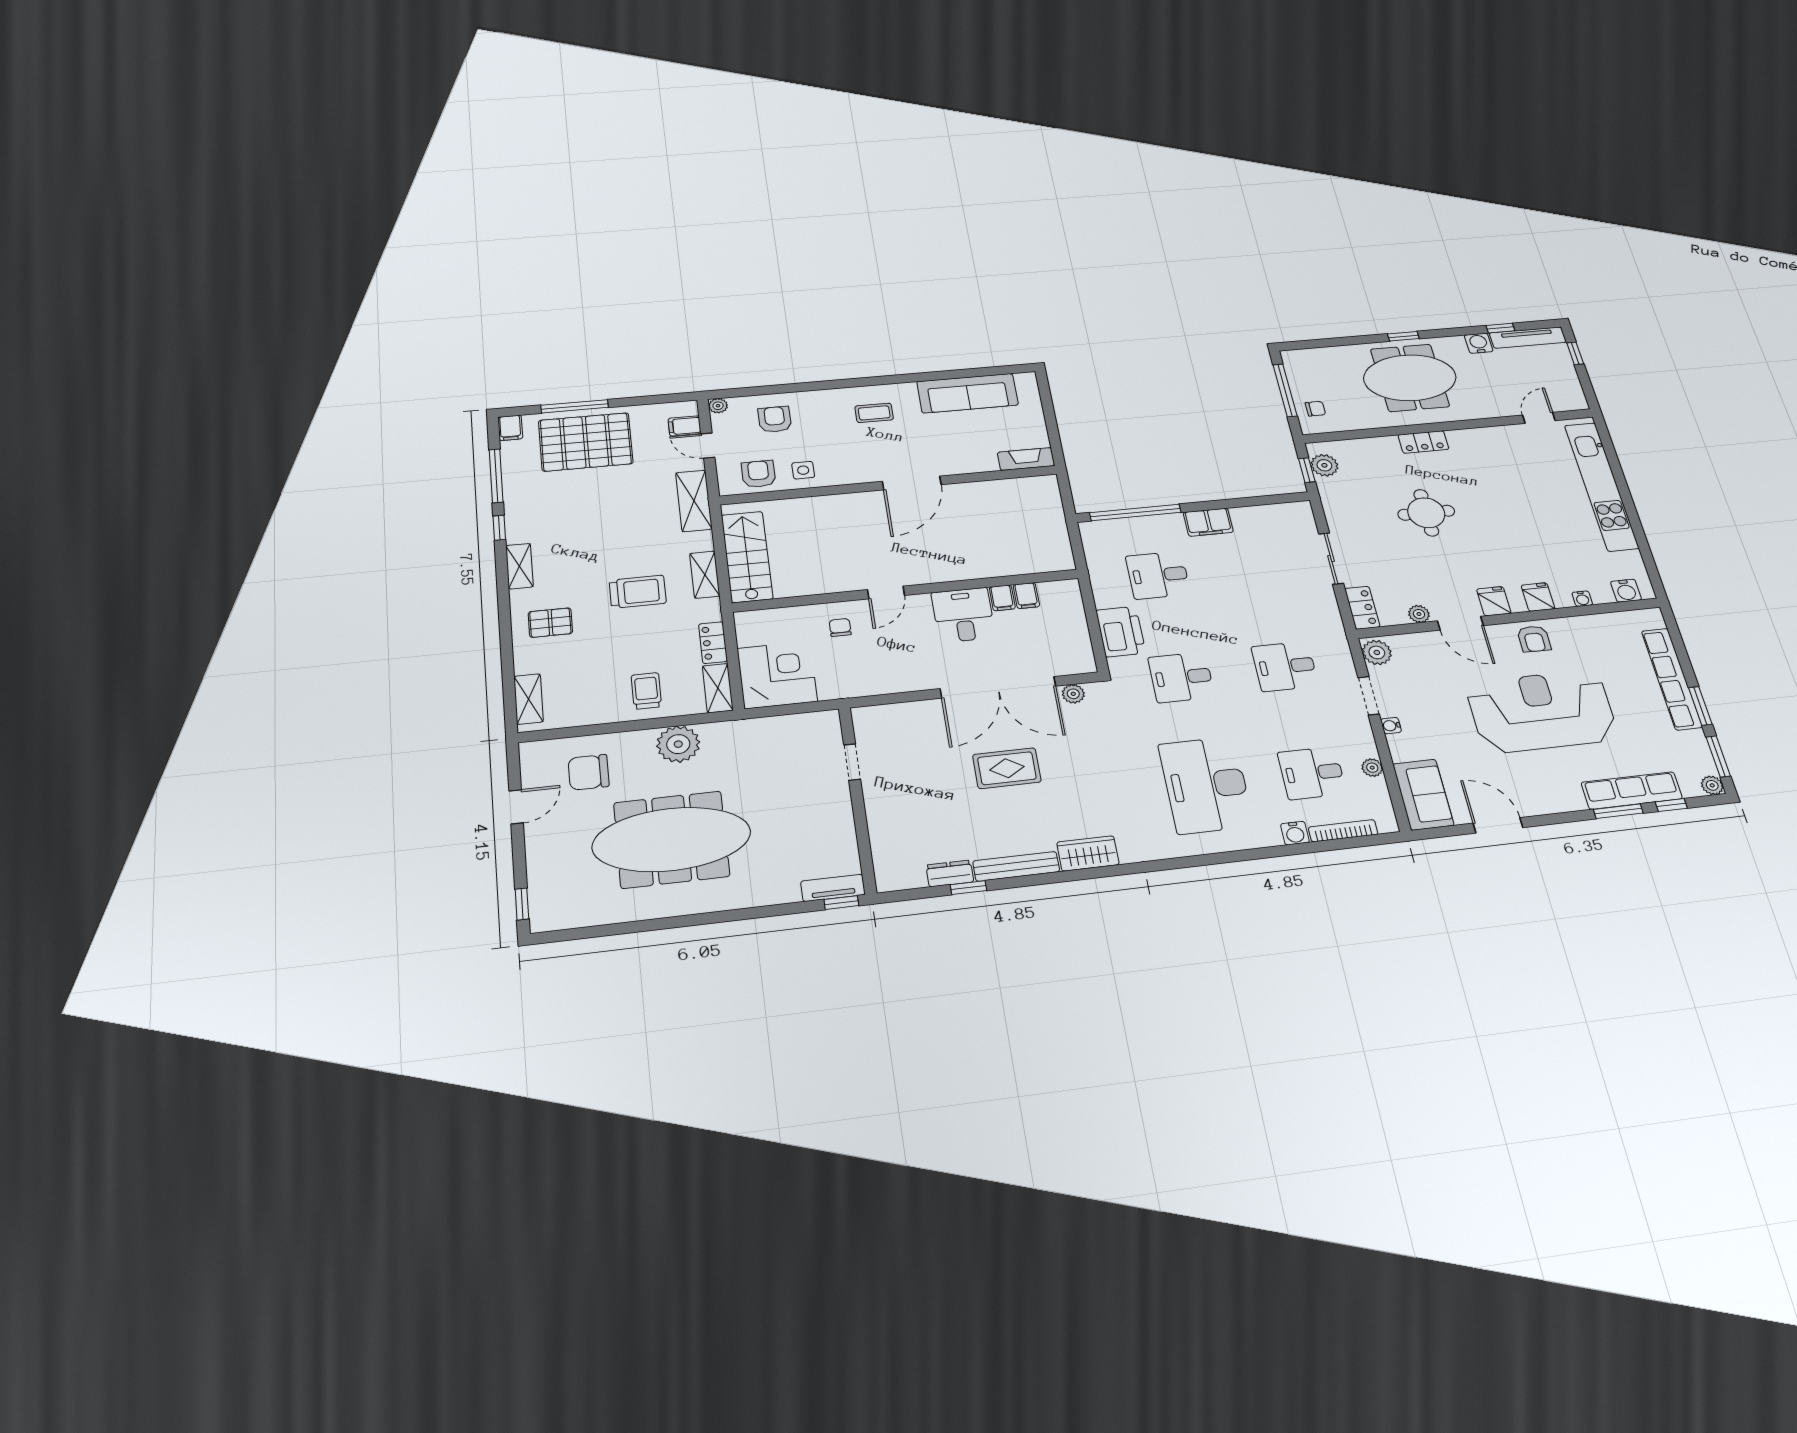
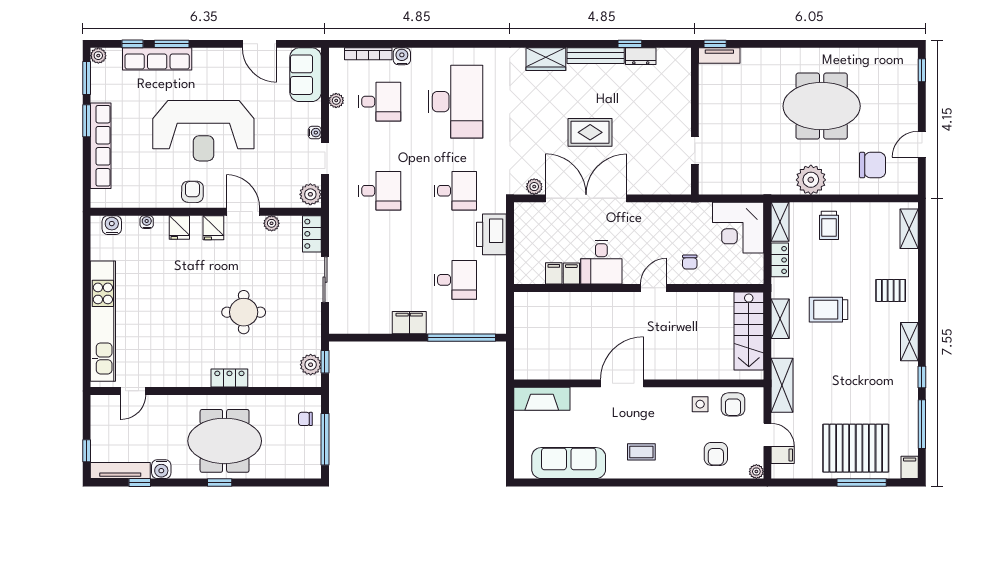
fireplace: (1026, 459) -> (542, 399), width x1.37, depth x1.32
meeting table: (671, 839) -> (822, 106), width x0.73

